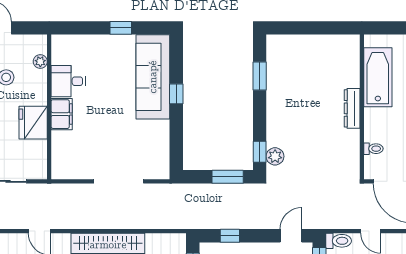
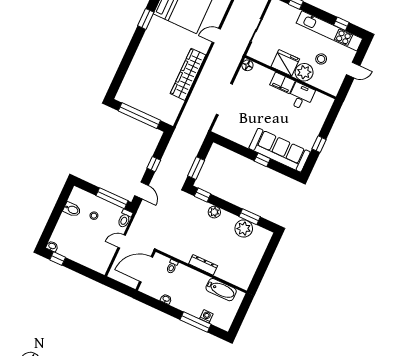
plant: (40, 62) -> (304, 72), moved, width x1.88, depth x1.88
plant: (279, 77) -> (244, 229), added
bathtub: (378, 77) -> (221, 290), width x0.73, depth x0.73
plant: (275, 156) -> (214, 212), moved
floor lamp: (60, 171) -> (247, 65), added
window: (230, 236) -> (154, 164), moved

